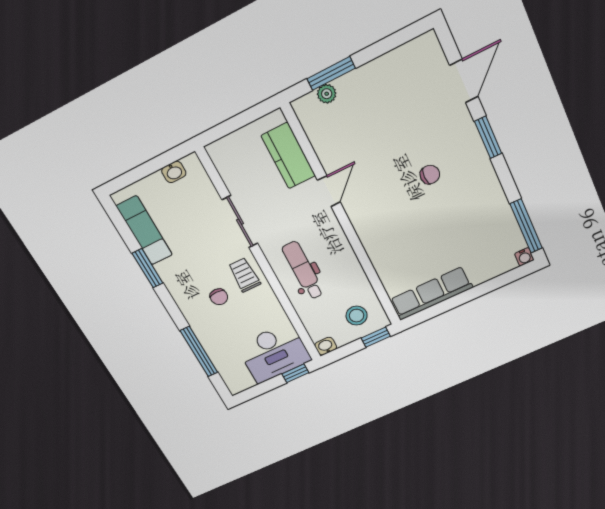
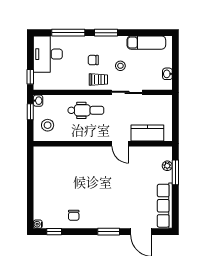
chair: (430, 175) -> (74, 215), moved
window: (526, 226) -> (54, 232), width x0.46
stool: (204, 252) -> (120, 66), added
window: (148, 268) -> (106, 33), moved
row of seats: (431, 294) -> (165, 206), moved, turned 180
window: (376, 337) -> (30, 112), moved
desk: (274, 353) -> (48, 54), moved

